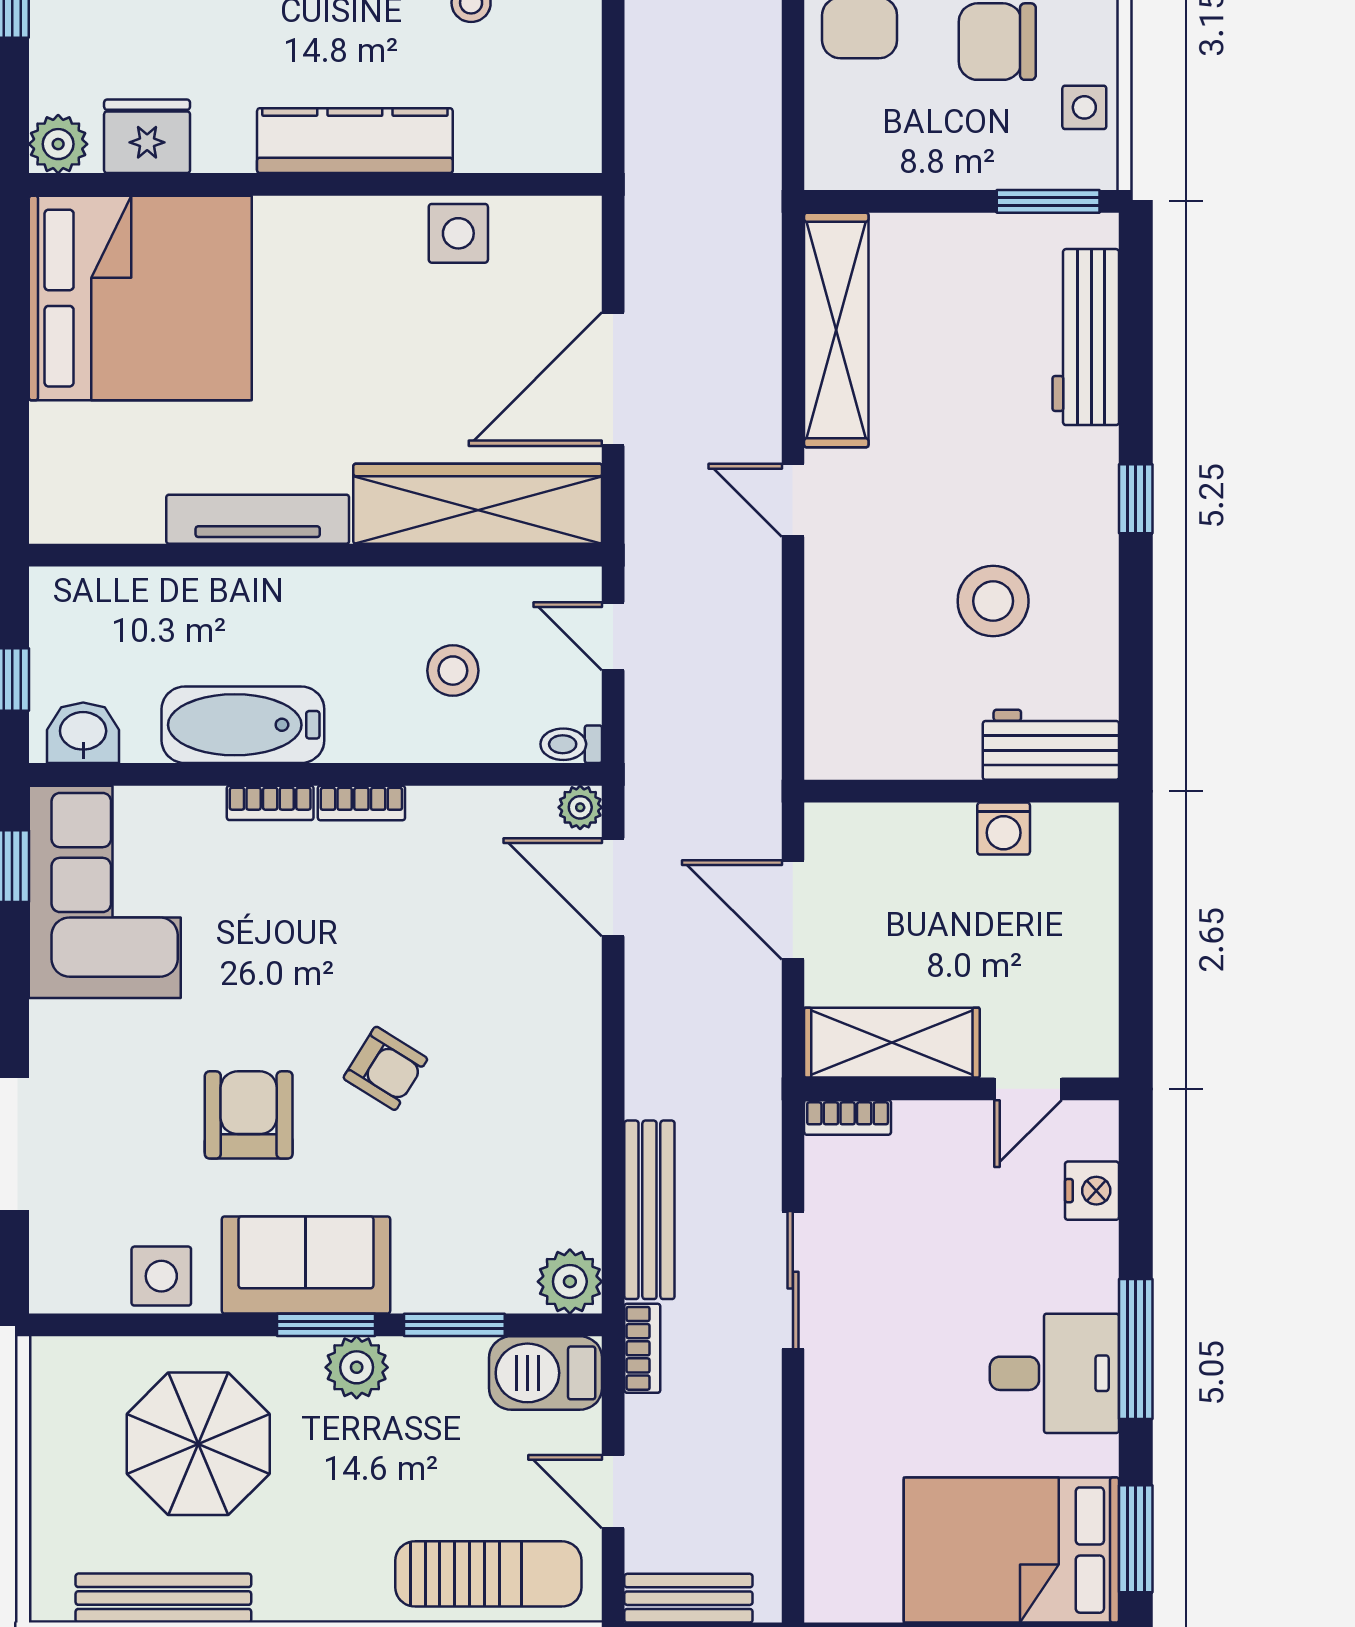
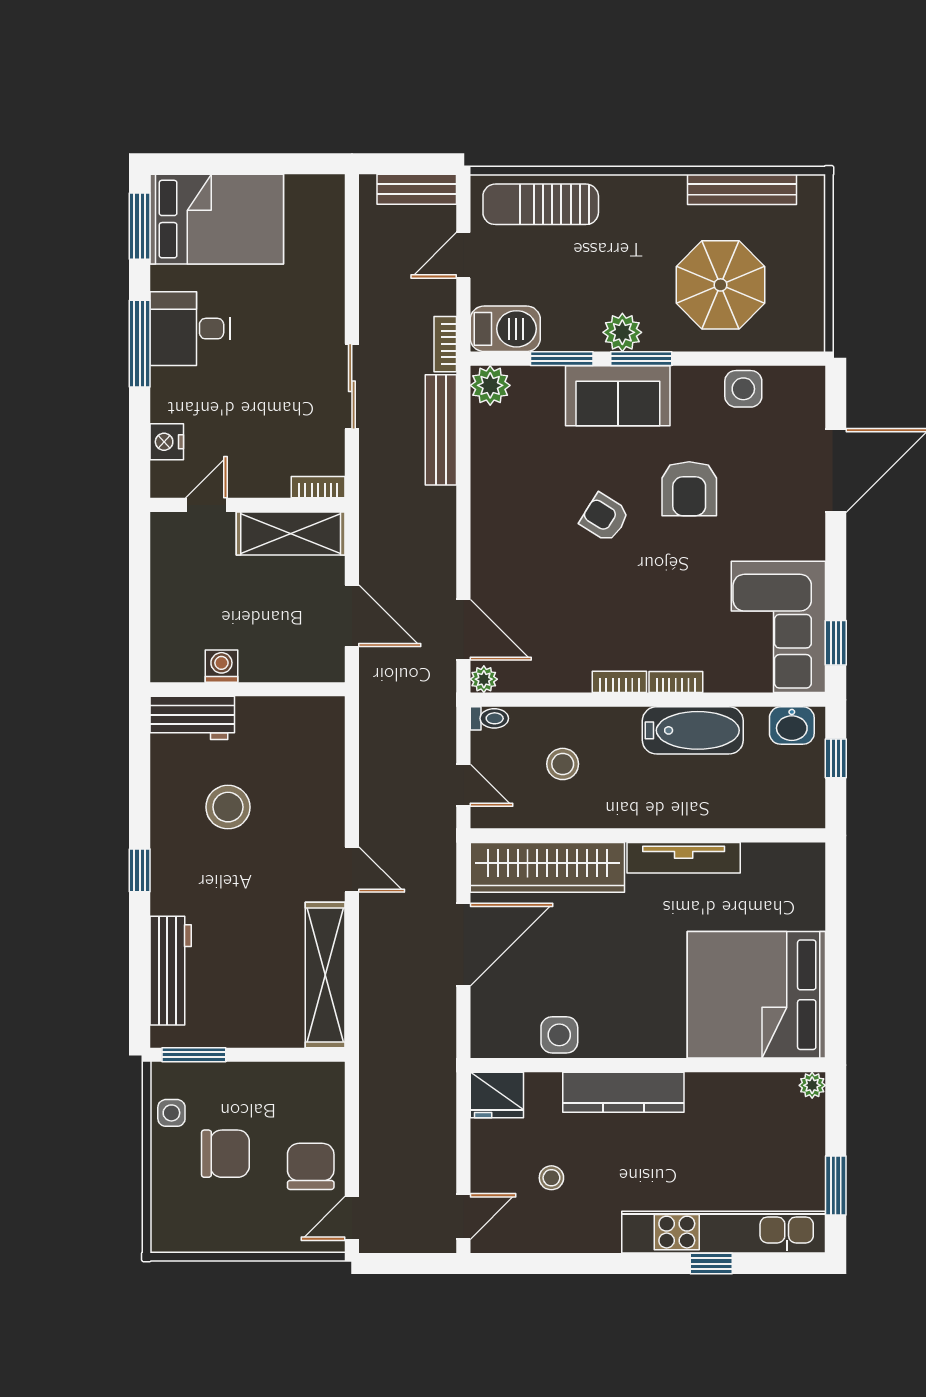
fridge: (147, 136) -> (497, 1095), moved
plant: (58, 144) -> (812, 1085), width x0.73, depth x0.73
sofa: (306, 1265) -> (618, 396), moved
door: (613, 1492) -> (463, 255), swing flipped

